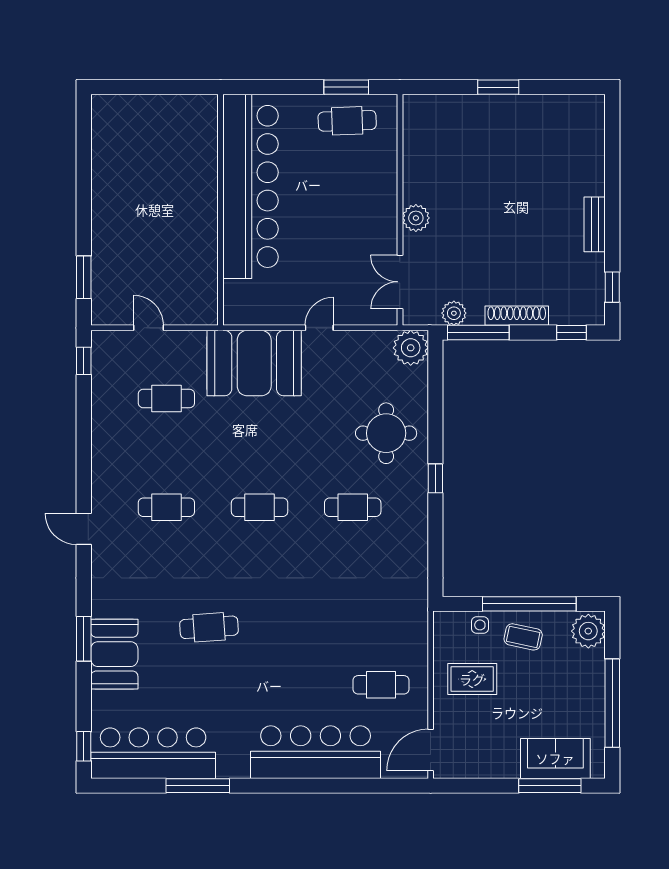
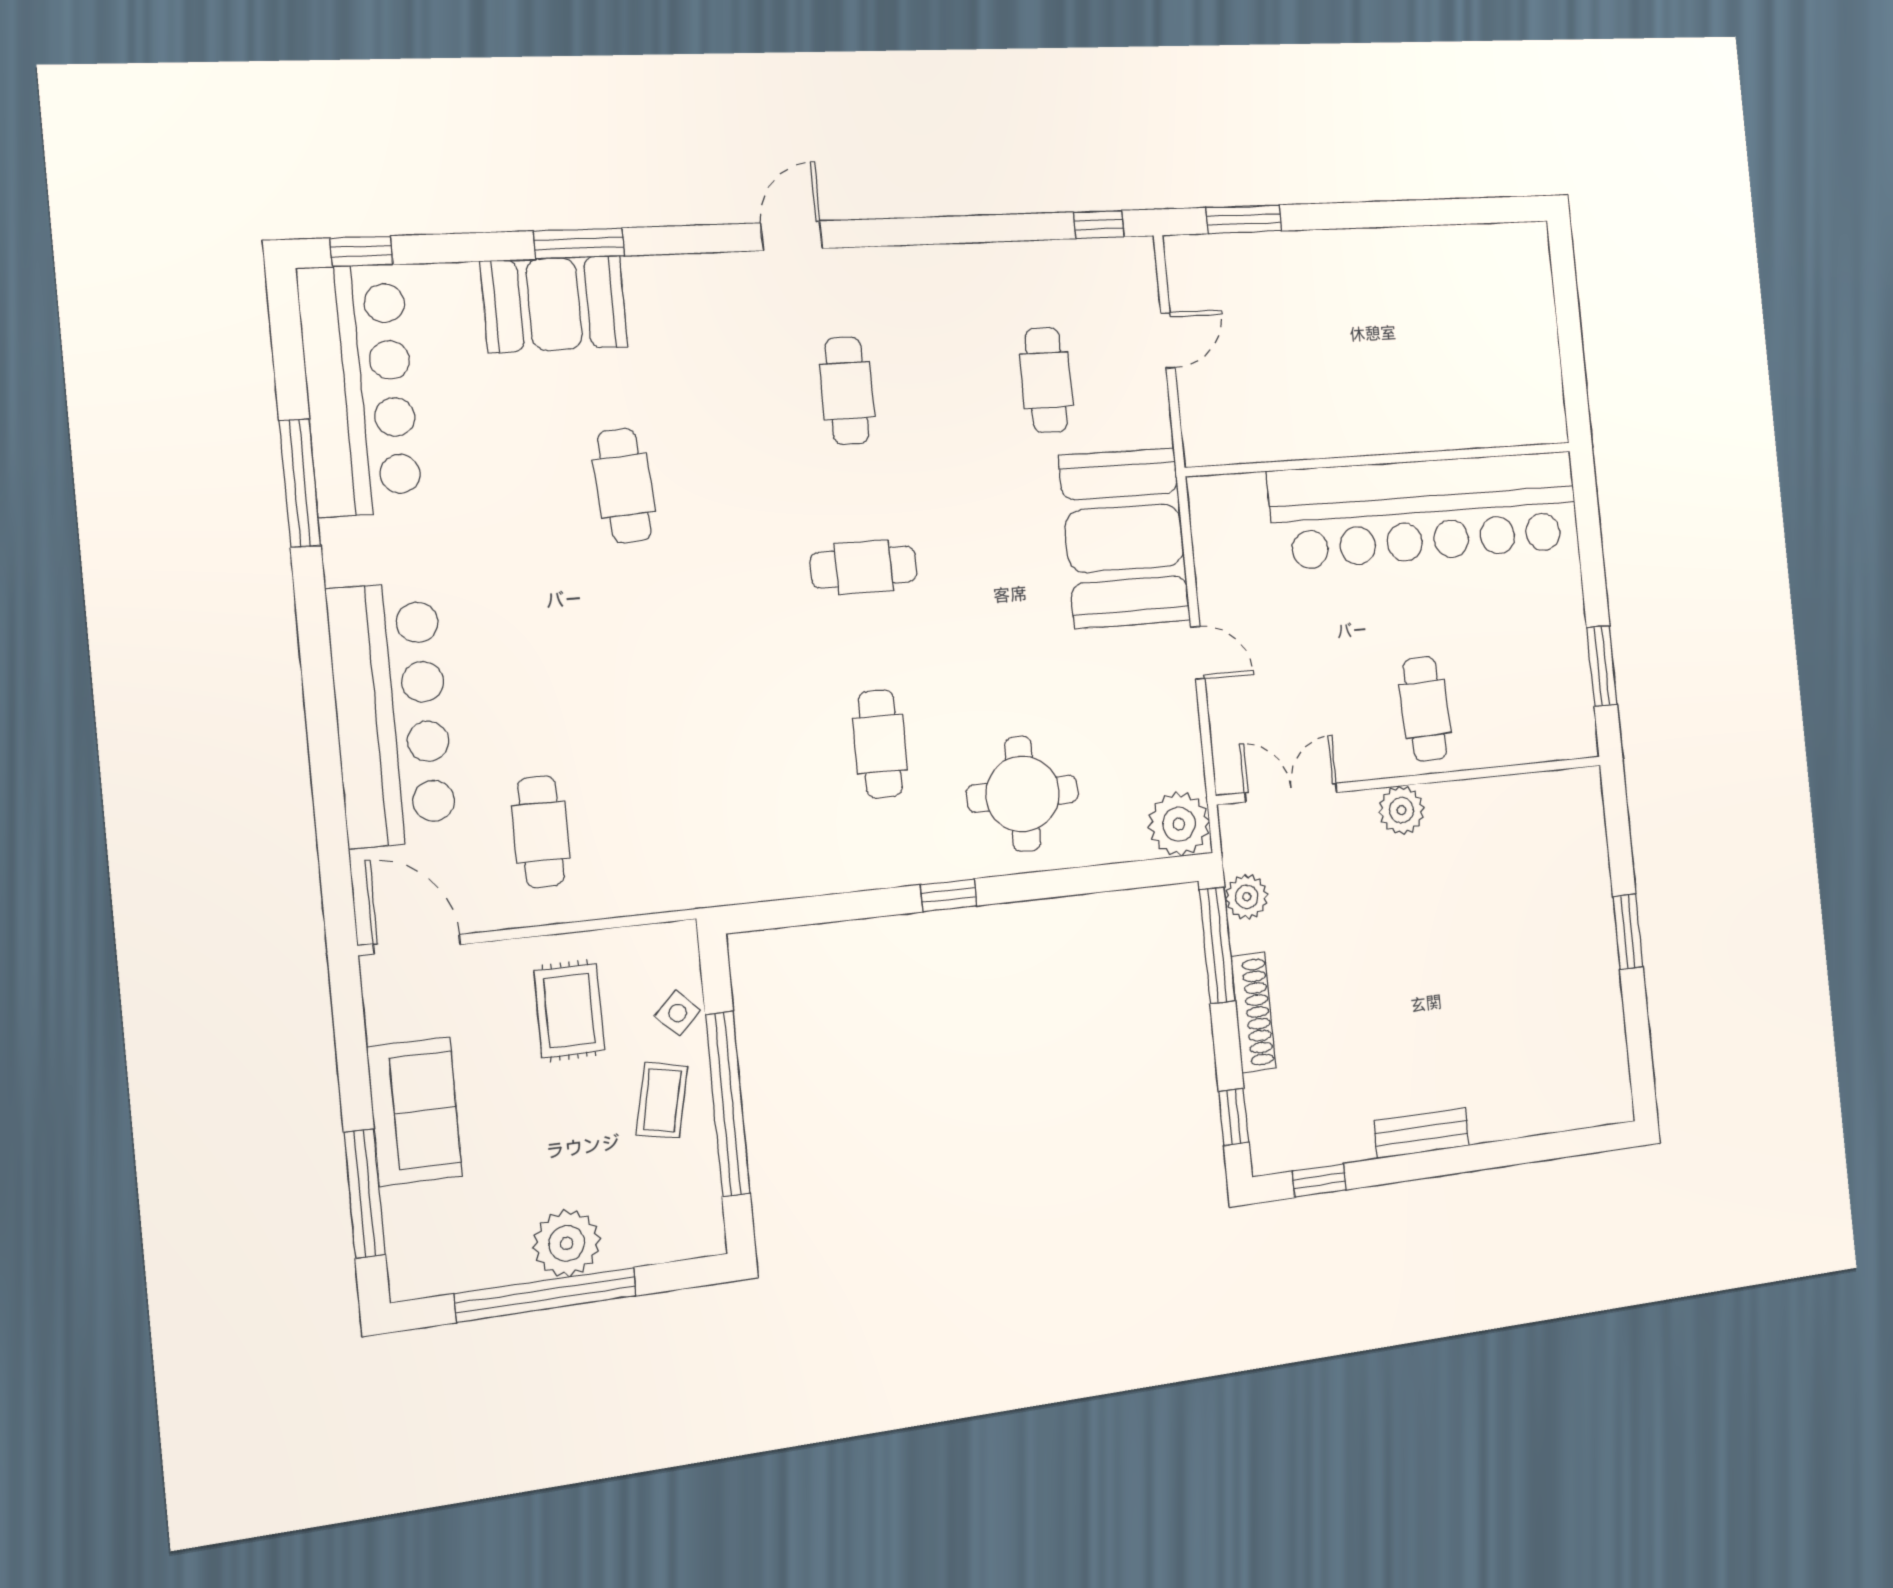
cafe table: (347, 121) -> (1425, 709), moved
cafe table: (260, 507) -> (864, 567), turned 90
side table: (480, 625) -> (678, 1013), turned 45
plant: (588, 631) -> (567, 1243), moved
sofa: (555, 758) -> (414, 1111), moved

